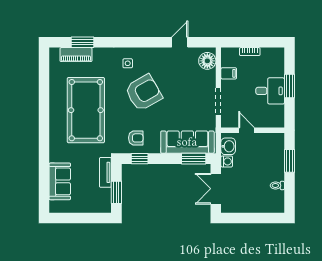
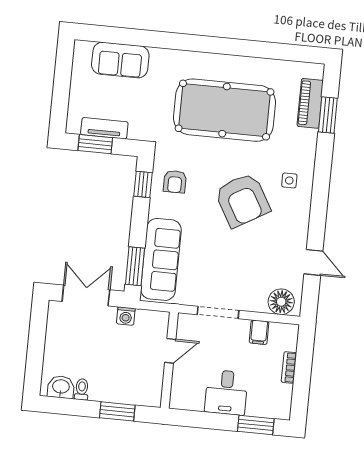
window: (289, 86) -> (256, 425), moved
washbasin: (228, 146) -> (61, 387), moved, turned 180
tv unit: (105, 172) -> (104, 128), moved

